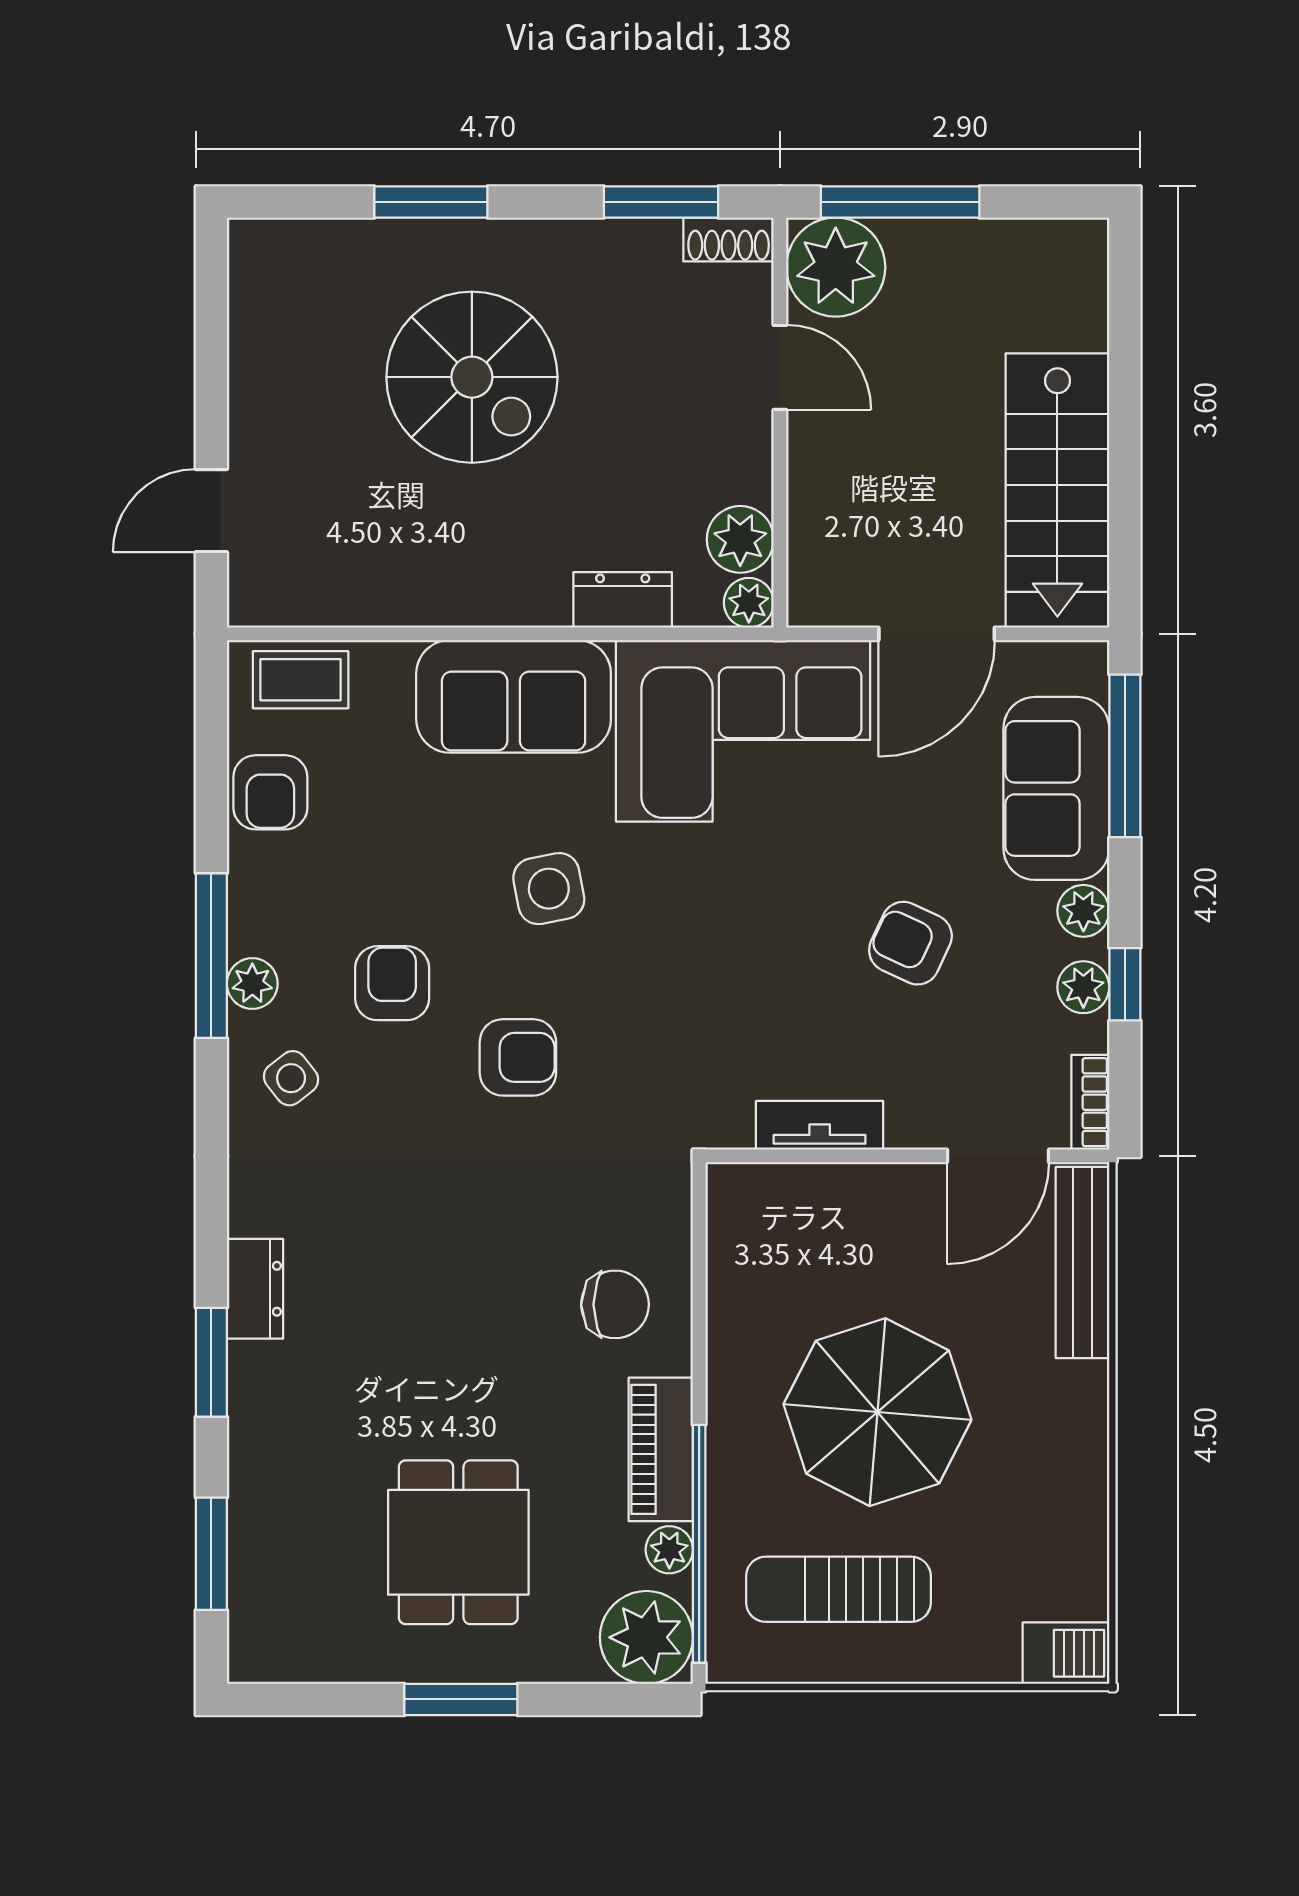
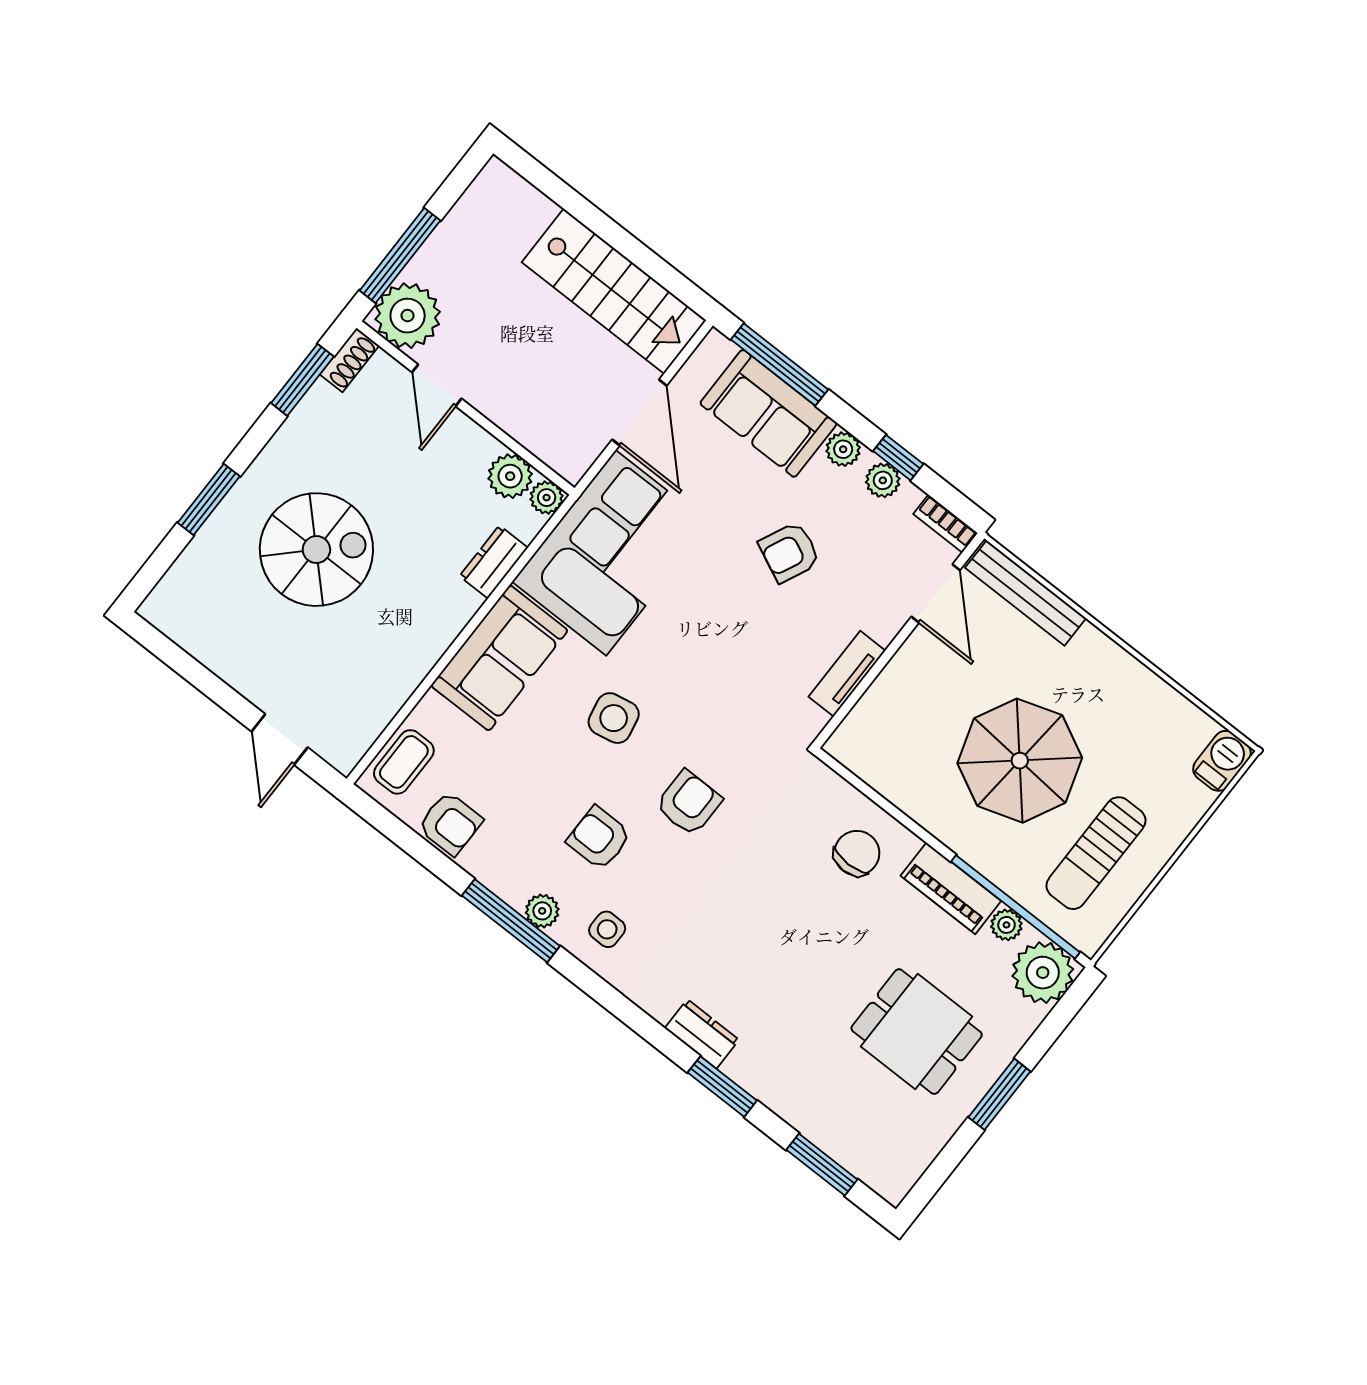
door: (780, 367) -> (437, 385), swing flipped
side table: (291, 1078) -> (607, 929), turned 38

